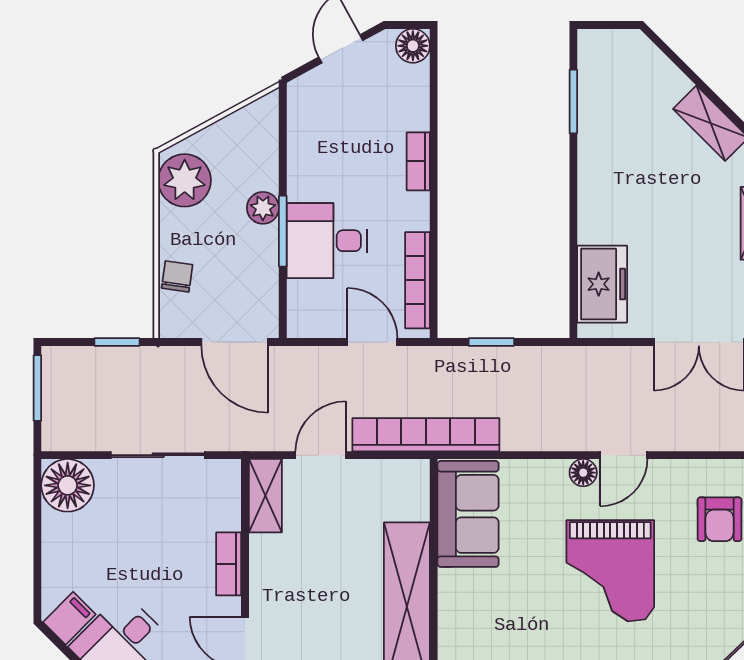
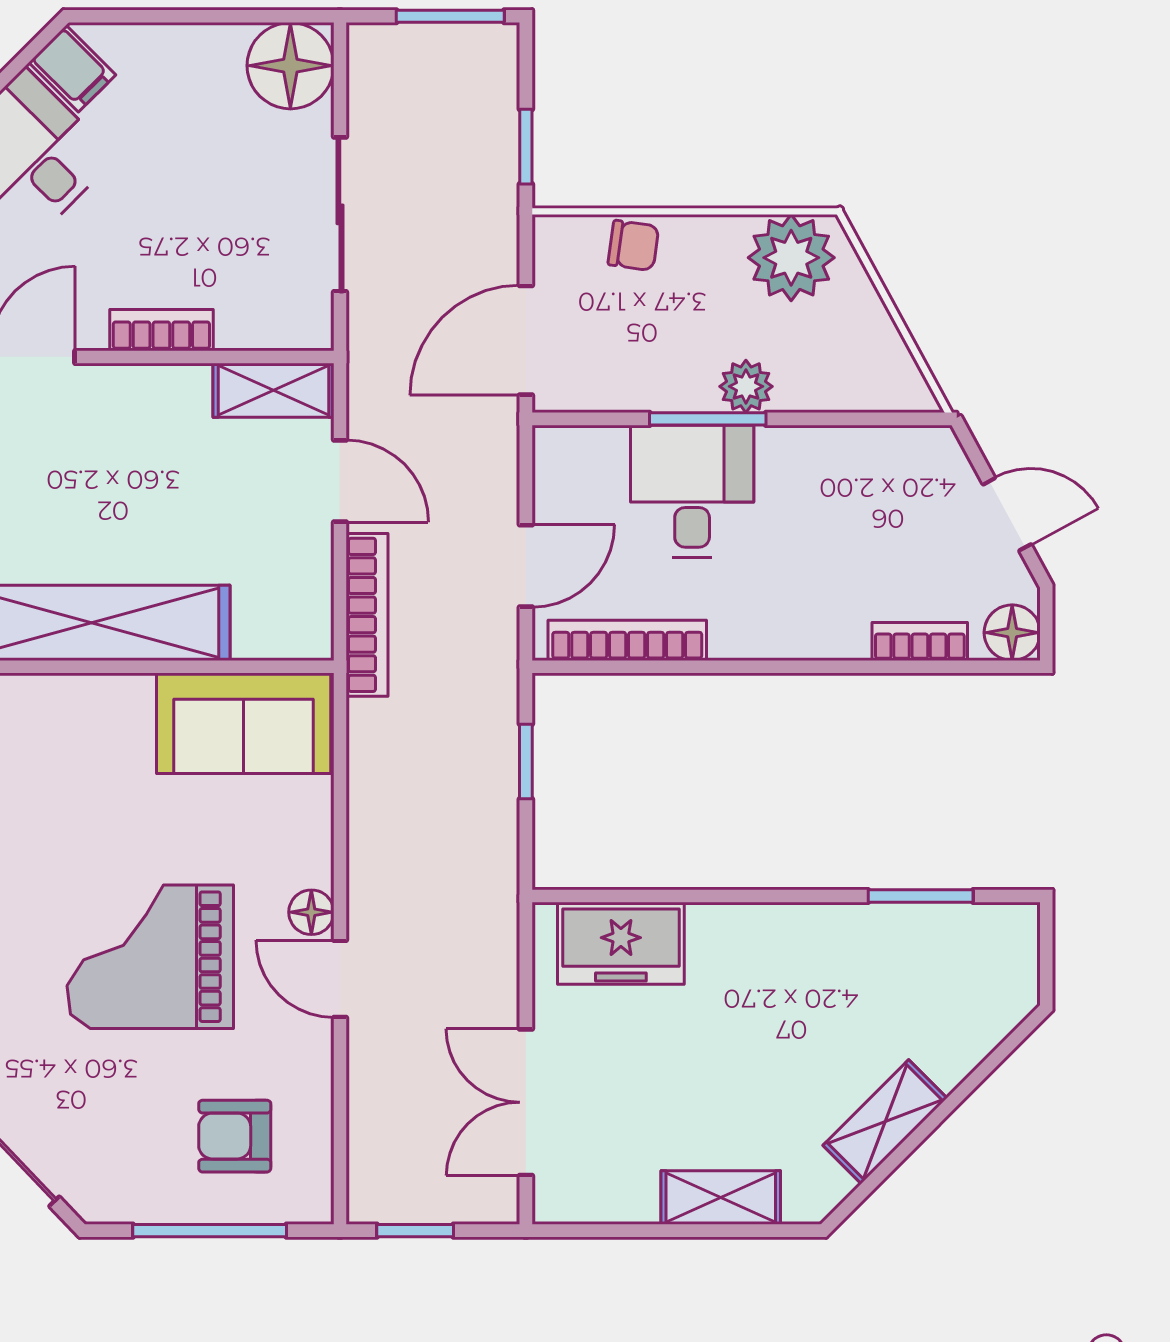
bookcase: (418, 161) -> (920, 642), moved
bookcase: (426, 435) -> (367, 615), width x0.68, depth x0.76

